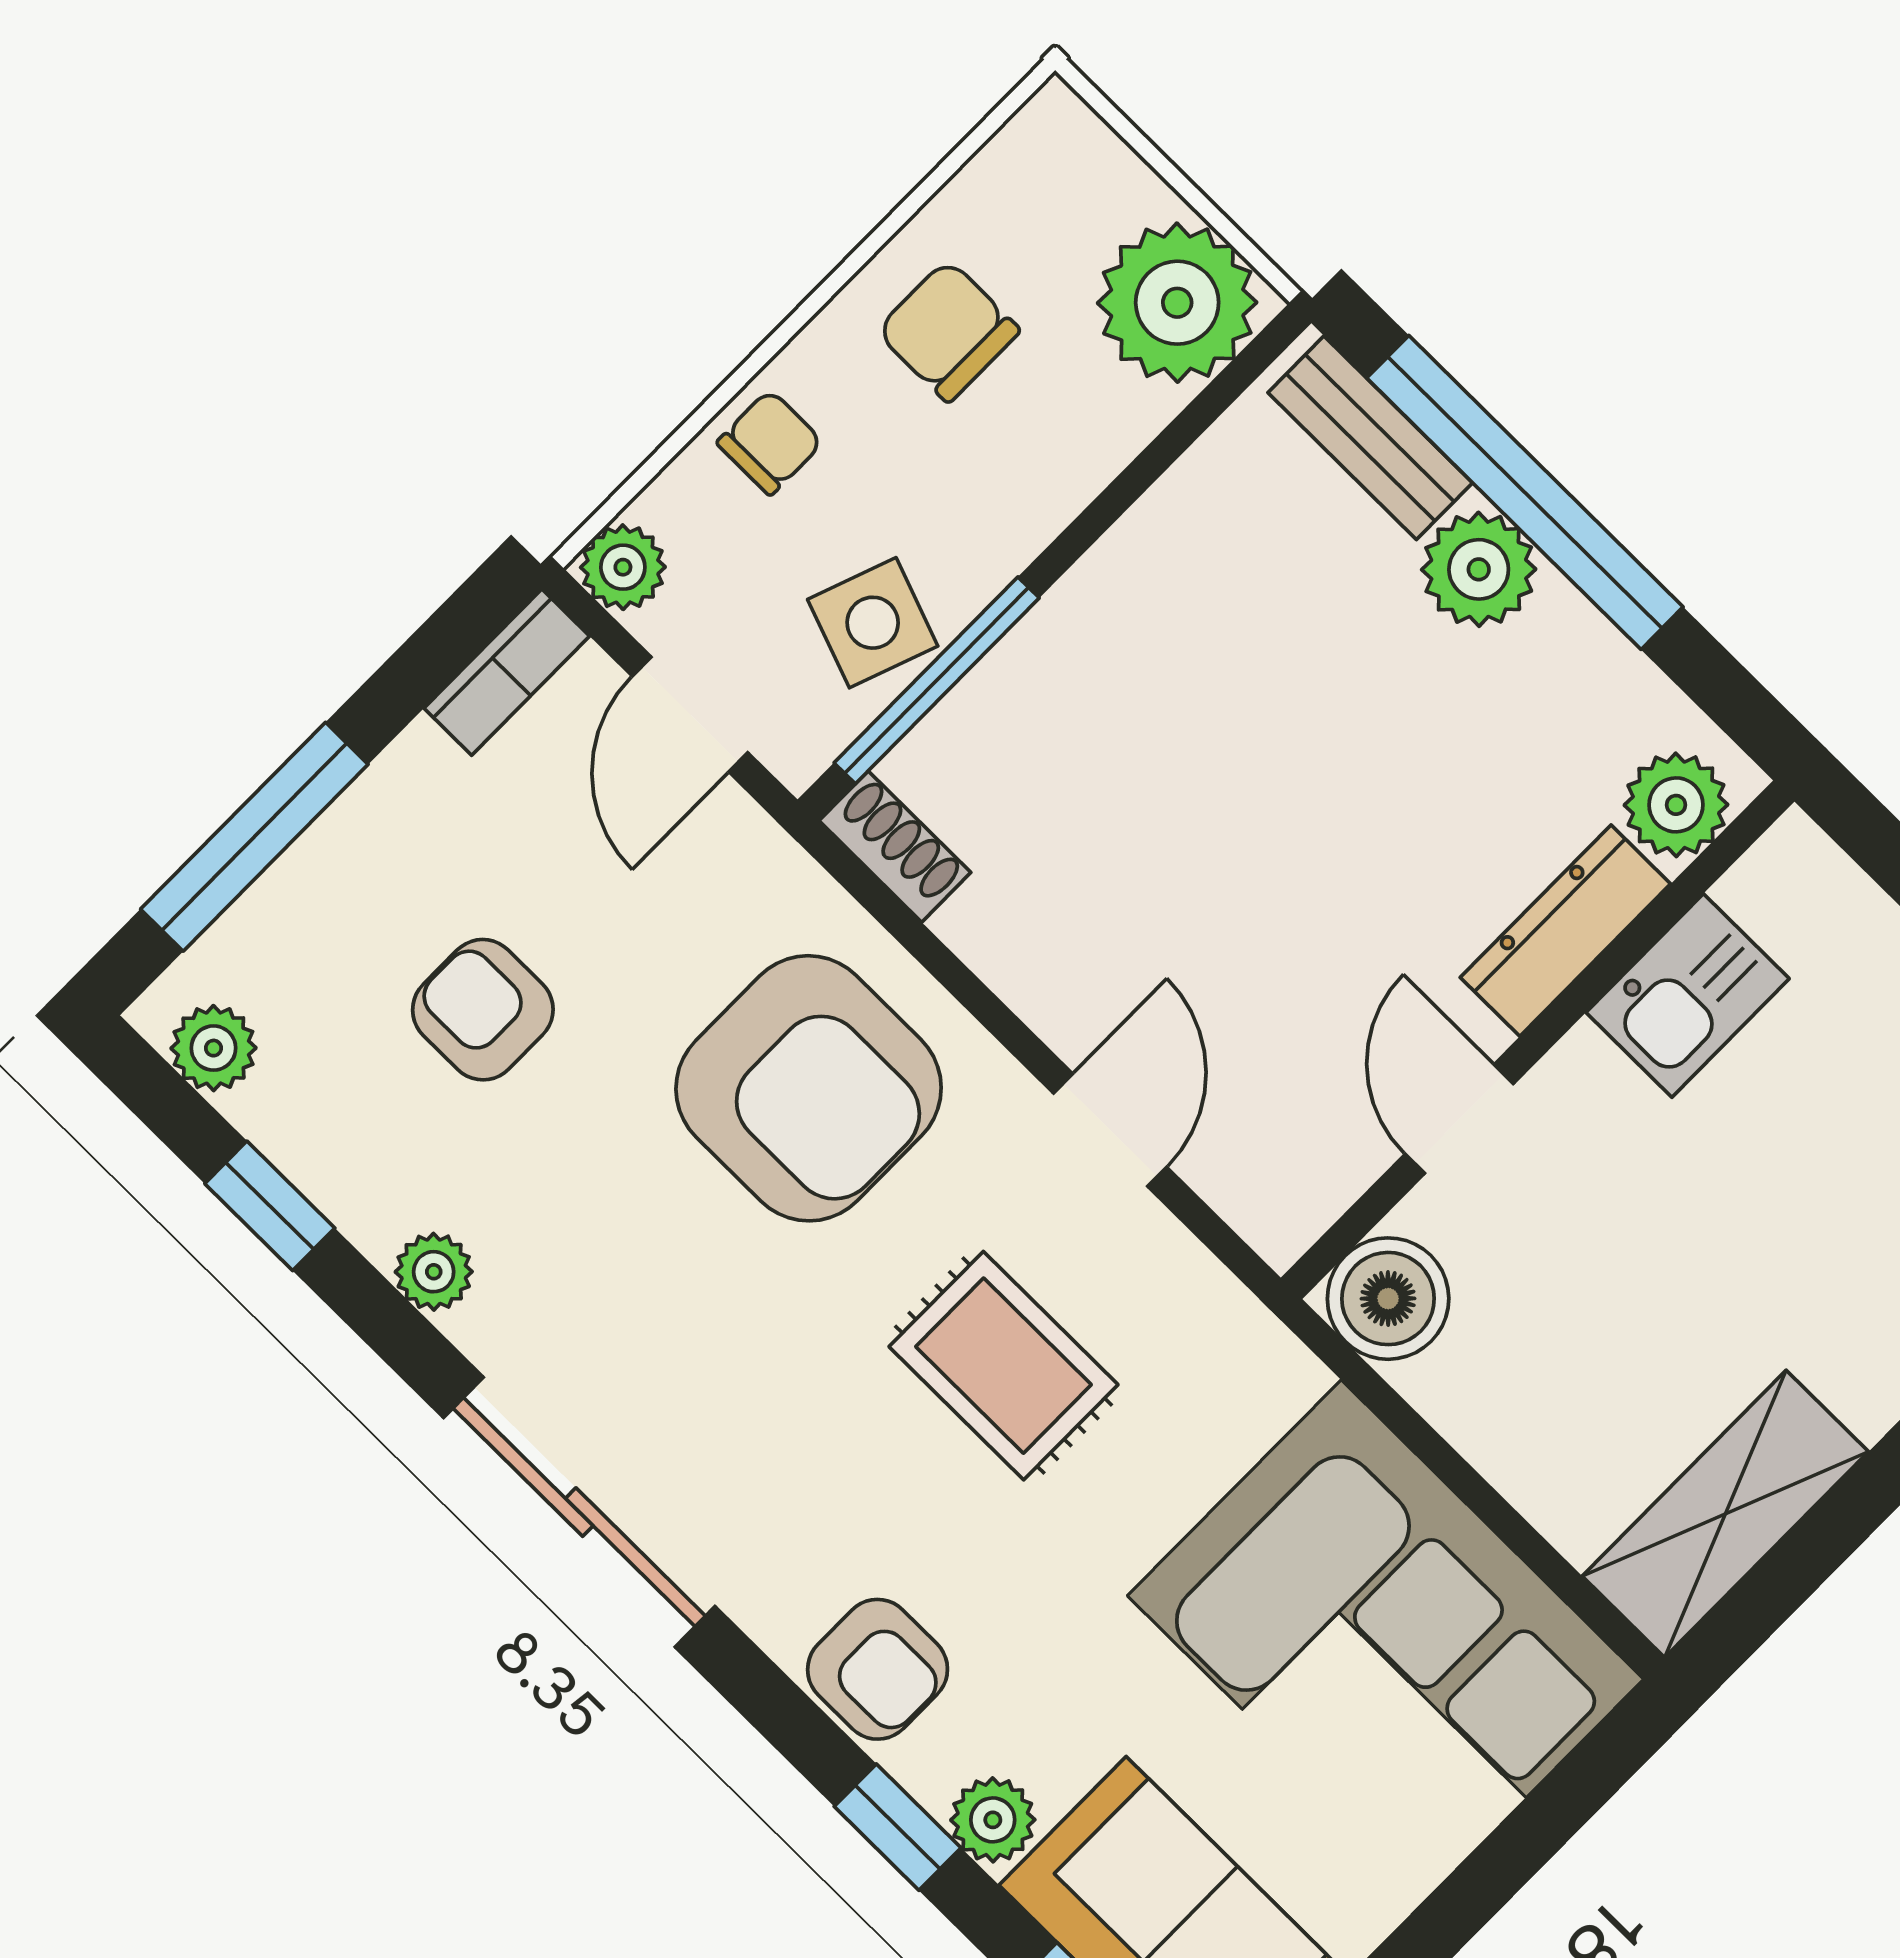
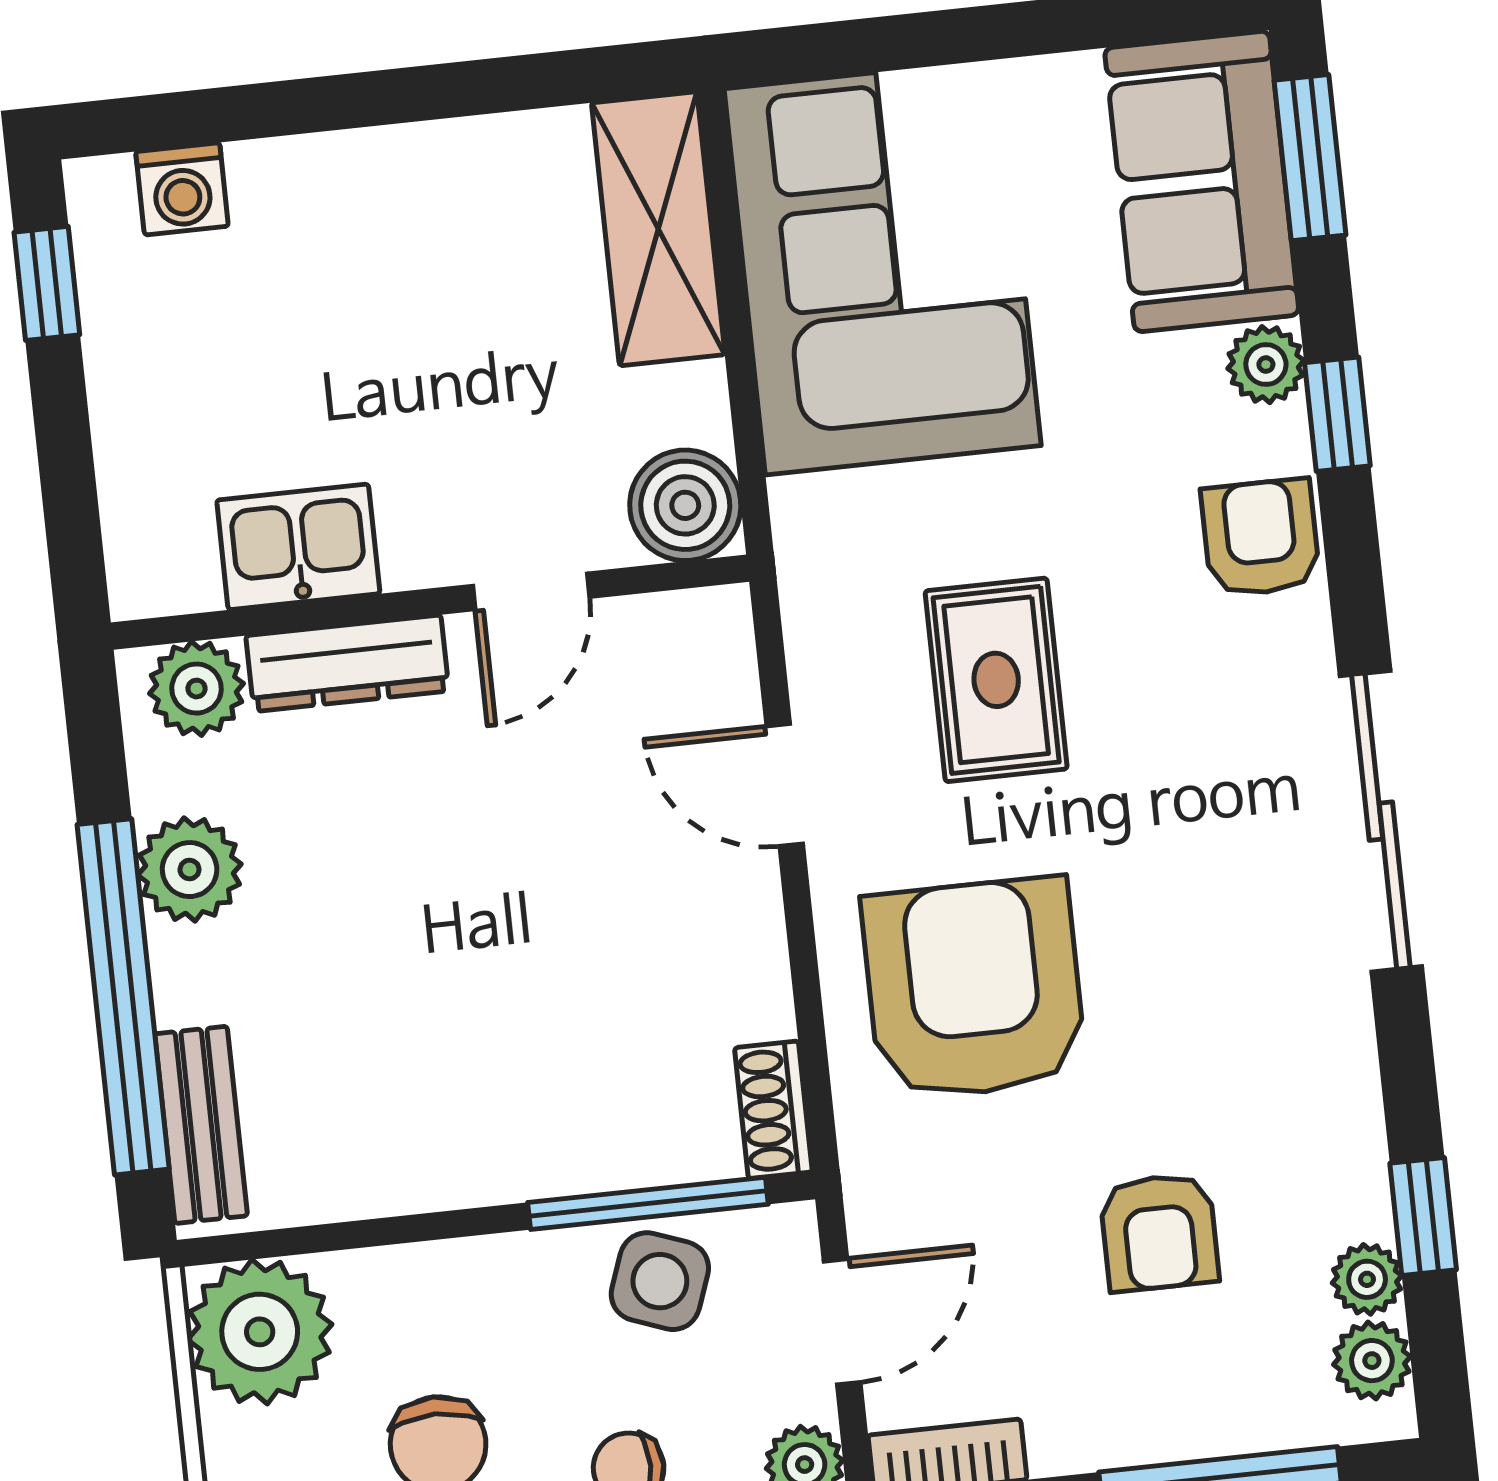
plant: (1479, 569) -> (190, 870), moved
door: (1110, 1130) -> (785, 785), hinge flipped
plant: (434, 1272) -> (1367, 1279), moved
shelving: (1725, 1514) -> (658, 229), moved, turned 90

